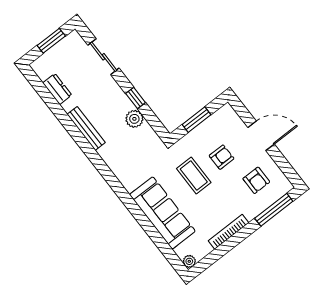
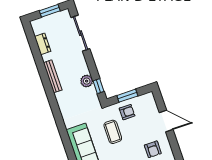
sliding door: (103, 57) -> (80, 33), width x1.37
window: (136, 98) -> (98, 86), moved
armchair: (222, 157) -> (127, 112), moved

